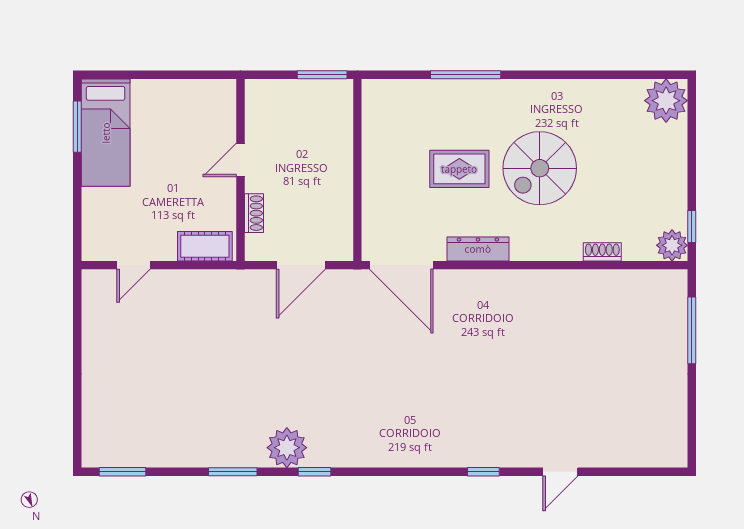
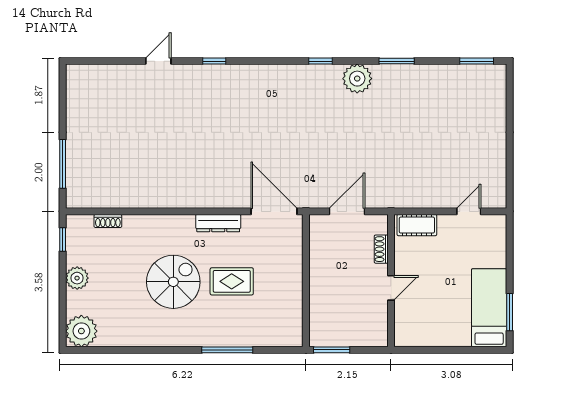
plant: (672, 245) -> (77, 278), moved
shoe rack: (602, 252) -> (108, 221), moved
window: (314, 472) -> (320, 61), moved

